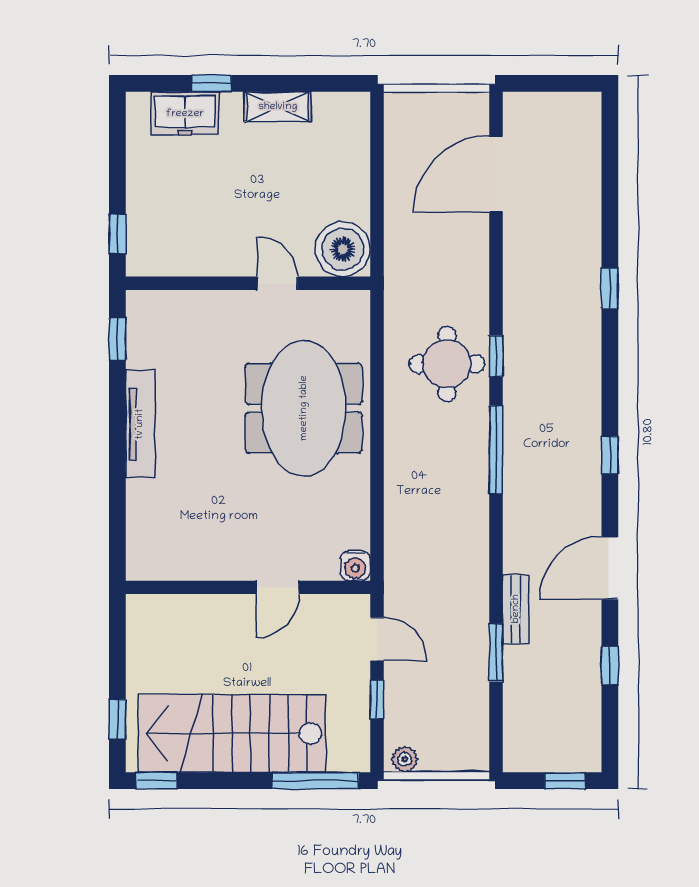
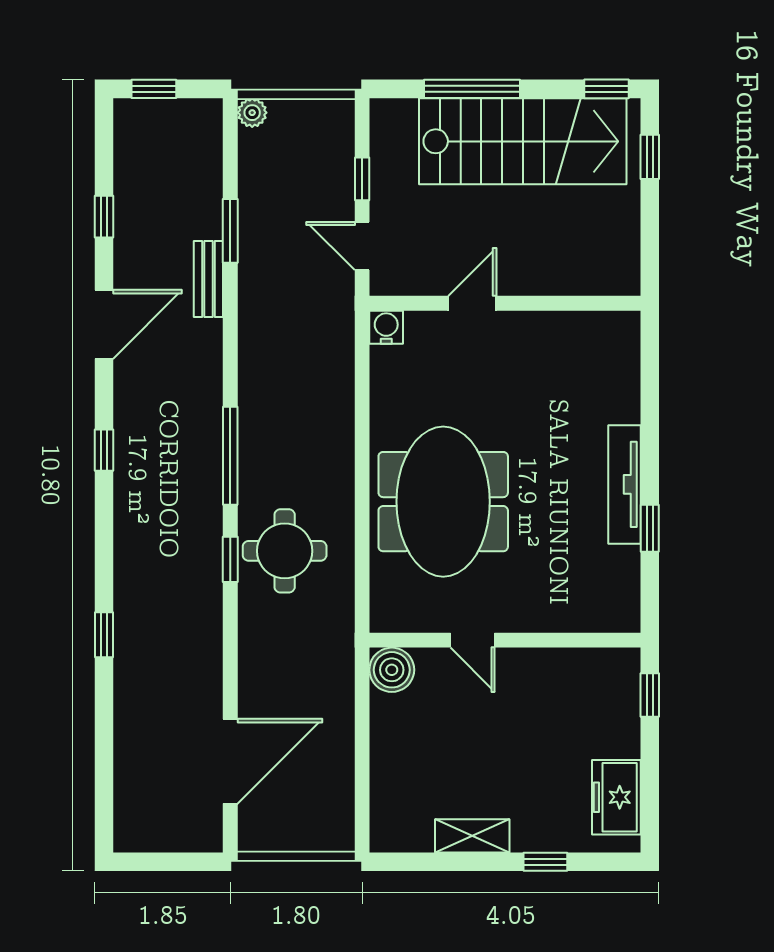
freezer: (185, 114) -> (616, 797), moved, turned -90
boiler: (343, 249) -> (392, 670), width x0.73, depth x0.73
window: (117, 339) -> (650, 528), moved
plant: (405, 759) -> (252, 113), moved
window: (315, 781) -> (472, 89), moved

